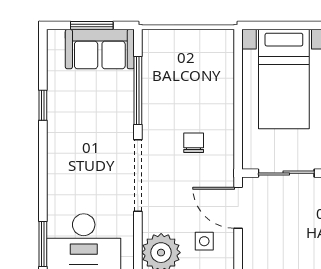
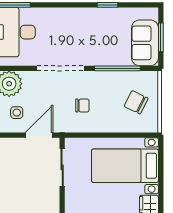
chair: (189, 62) -> (136, 102), added

